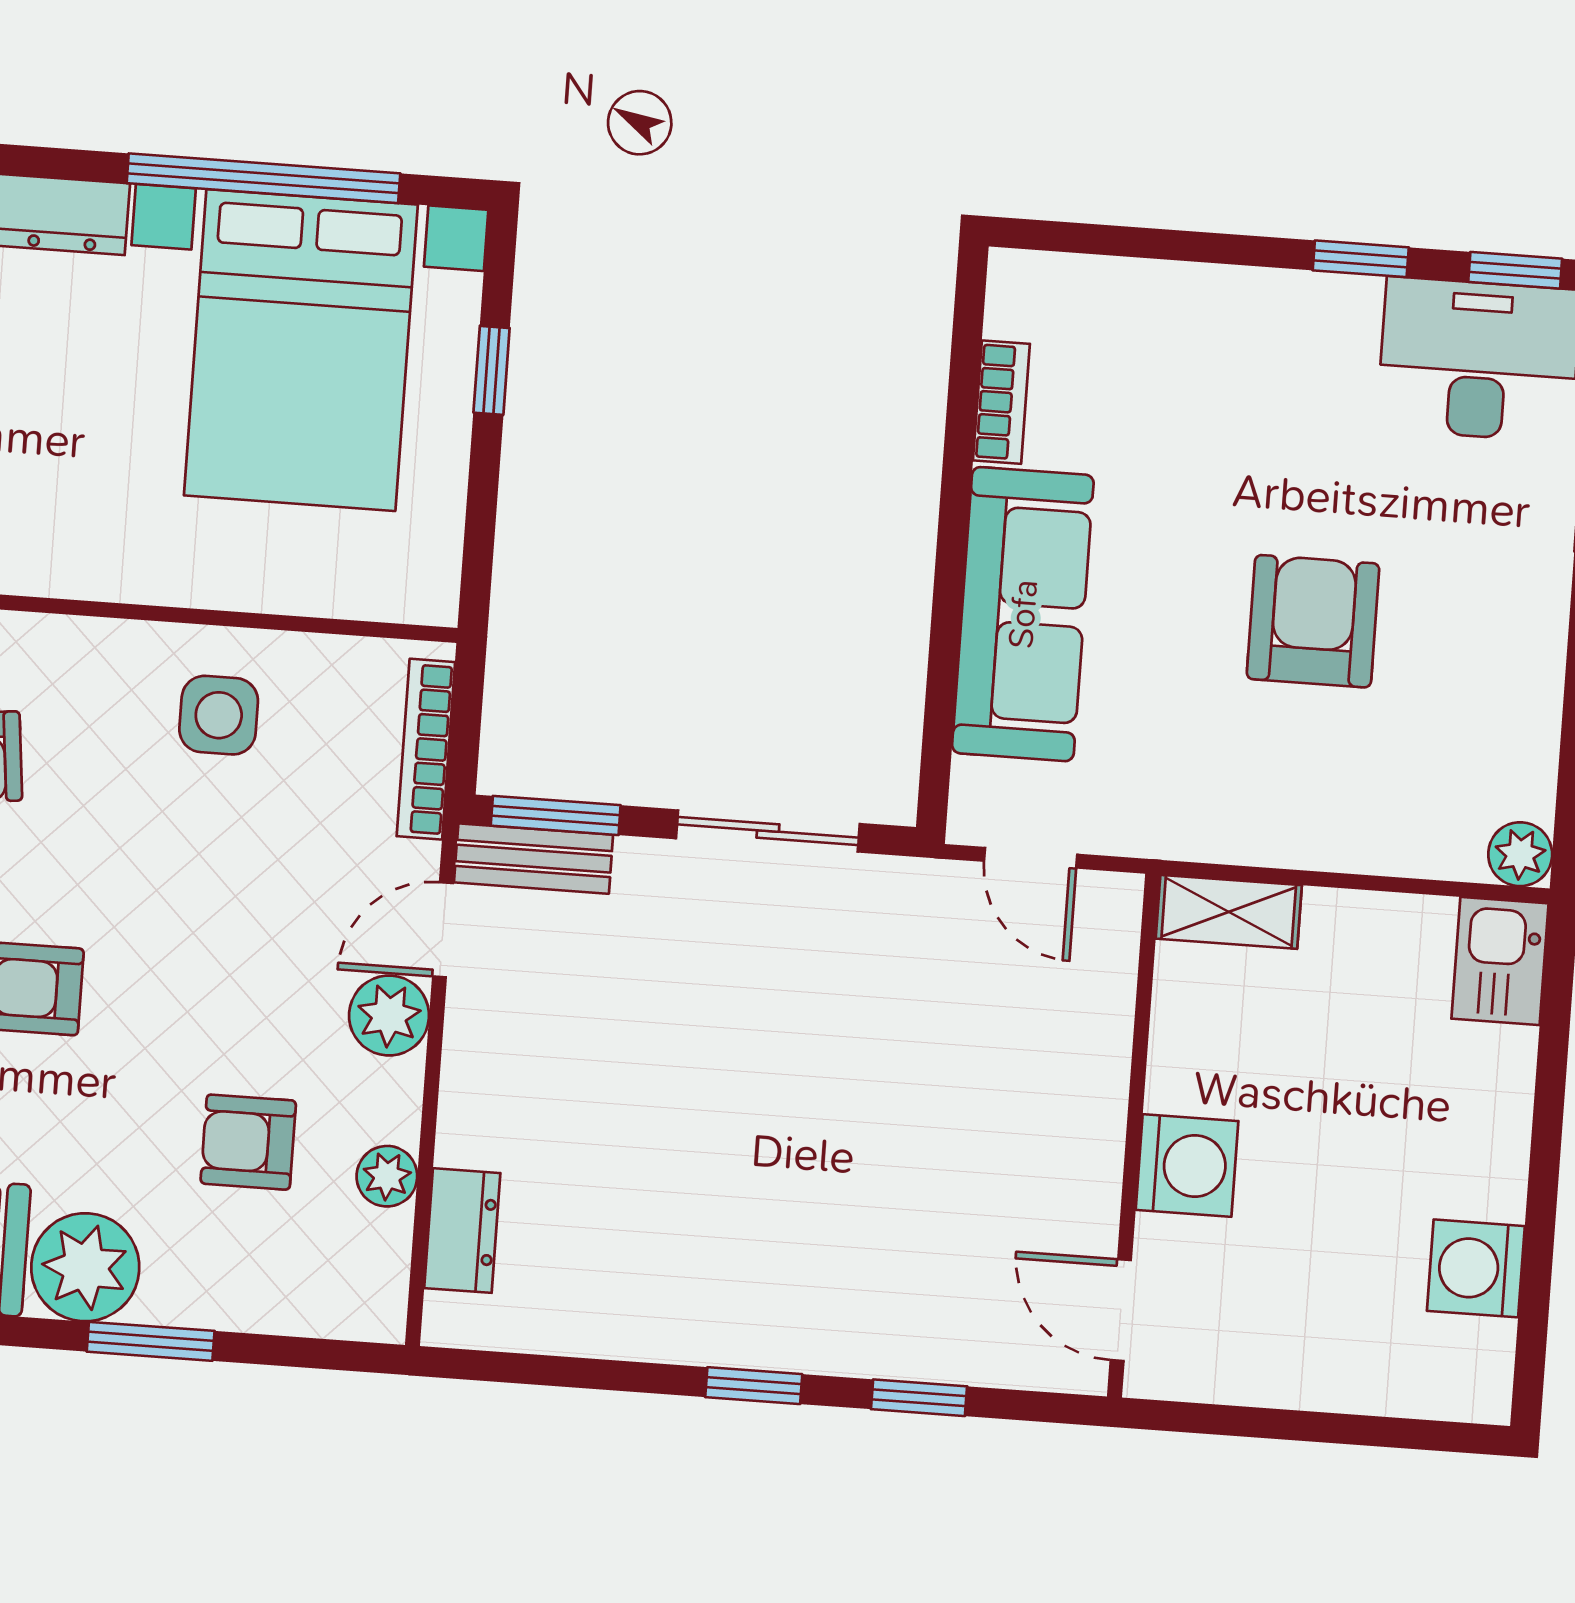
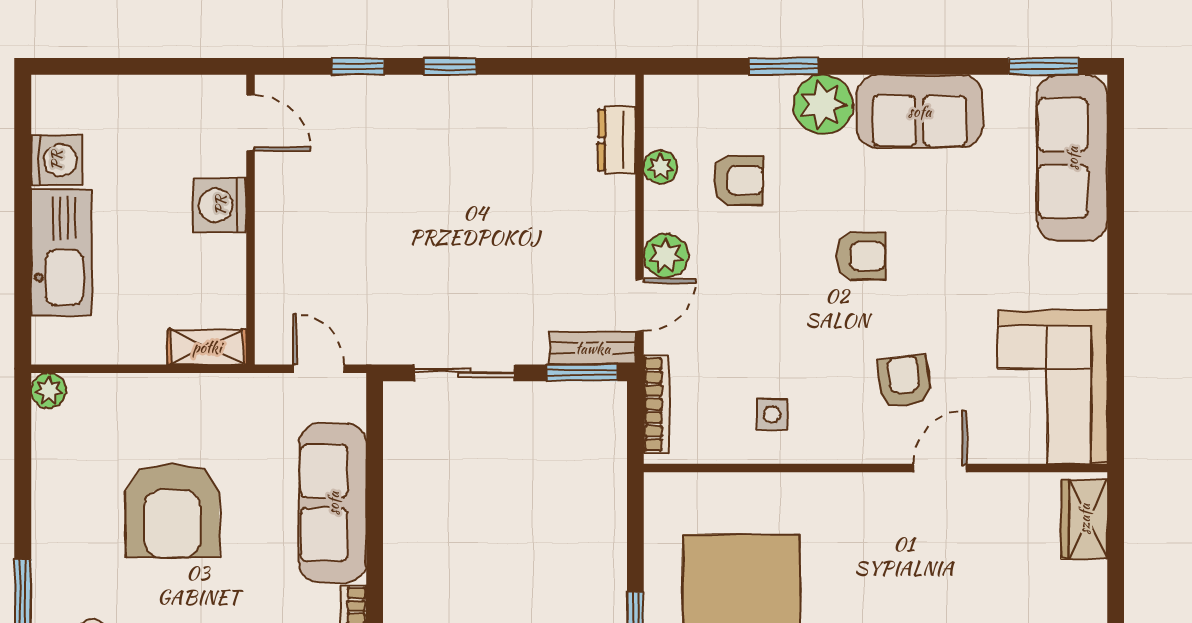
armchair: (1313, 621) -> (172, 511), width x1.36, depth x1.36
side table: (219, 715) -> (772, 414), width x0.73, depth x0.73
kitchen sink: (1500, 961) -> (61, 252), moved, width x1.88, depth x1.24

